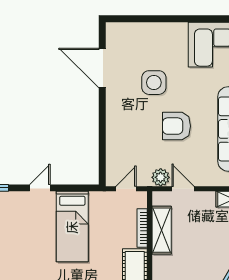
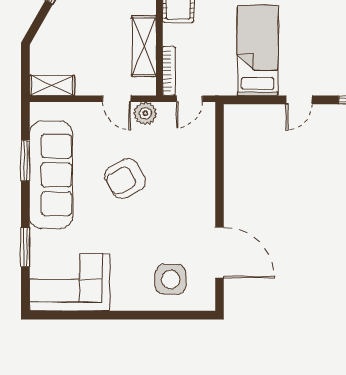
side table: (154, 83) -> (171, 279), moved
armchair: (177, 126) -> (125, 179), turned 151
bookcase: (142, 228) -> (169, 71), moved

